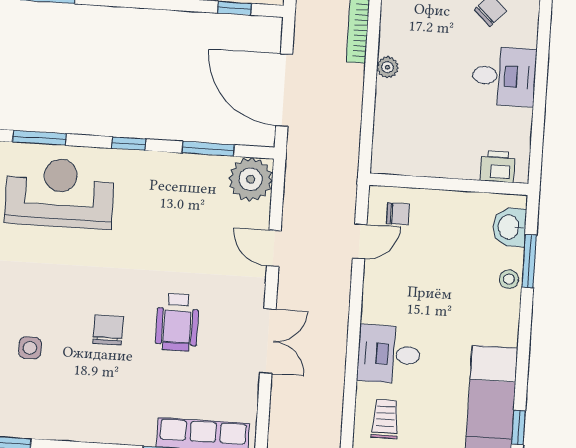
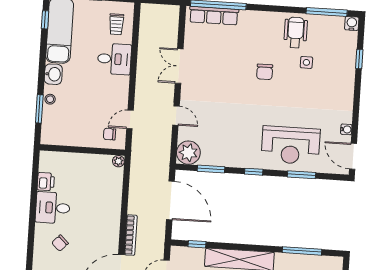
plant: (388, 67) -> (118, 161), moved
printer: (498, 167) -> (46, 182), moved, turned -90
washbasin: (509, 227) -> (53, 74), moved
wheelchair: (177, 322) -> (296, 32), moved

